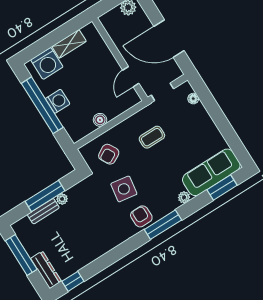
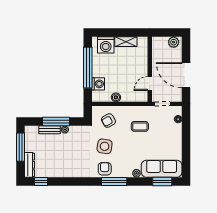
washing machine: (58, 101) -> (98, 84), moved

